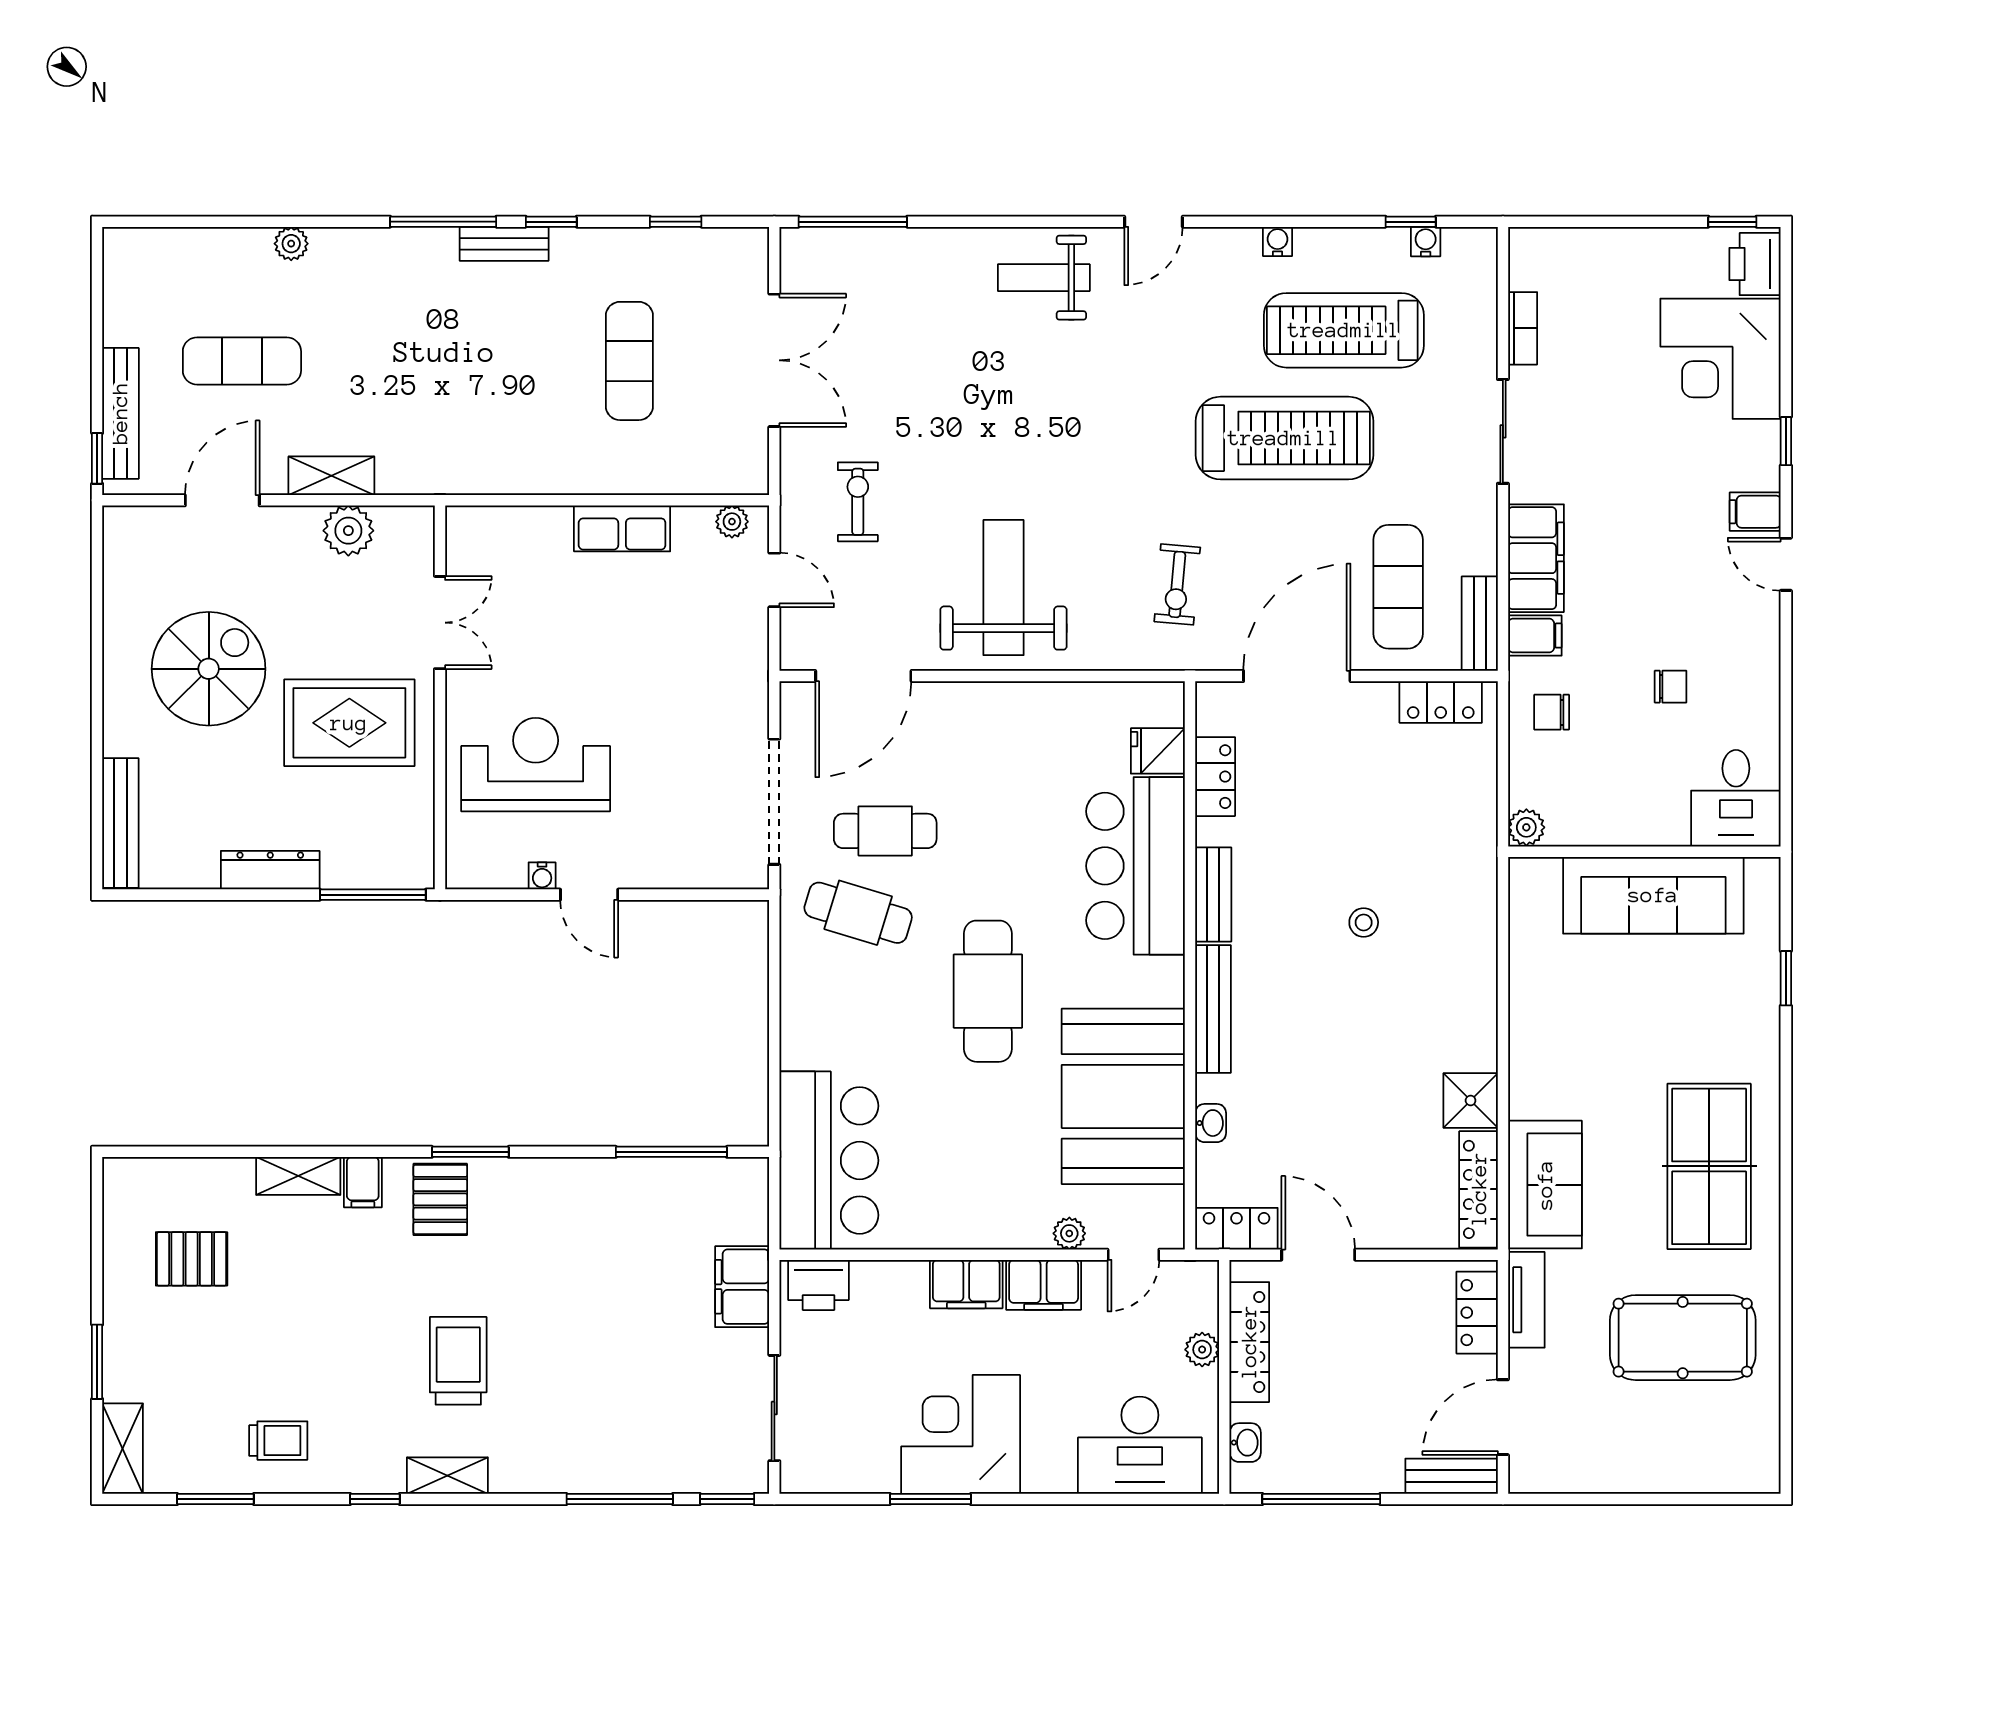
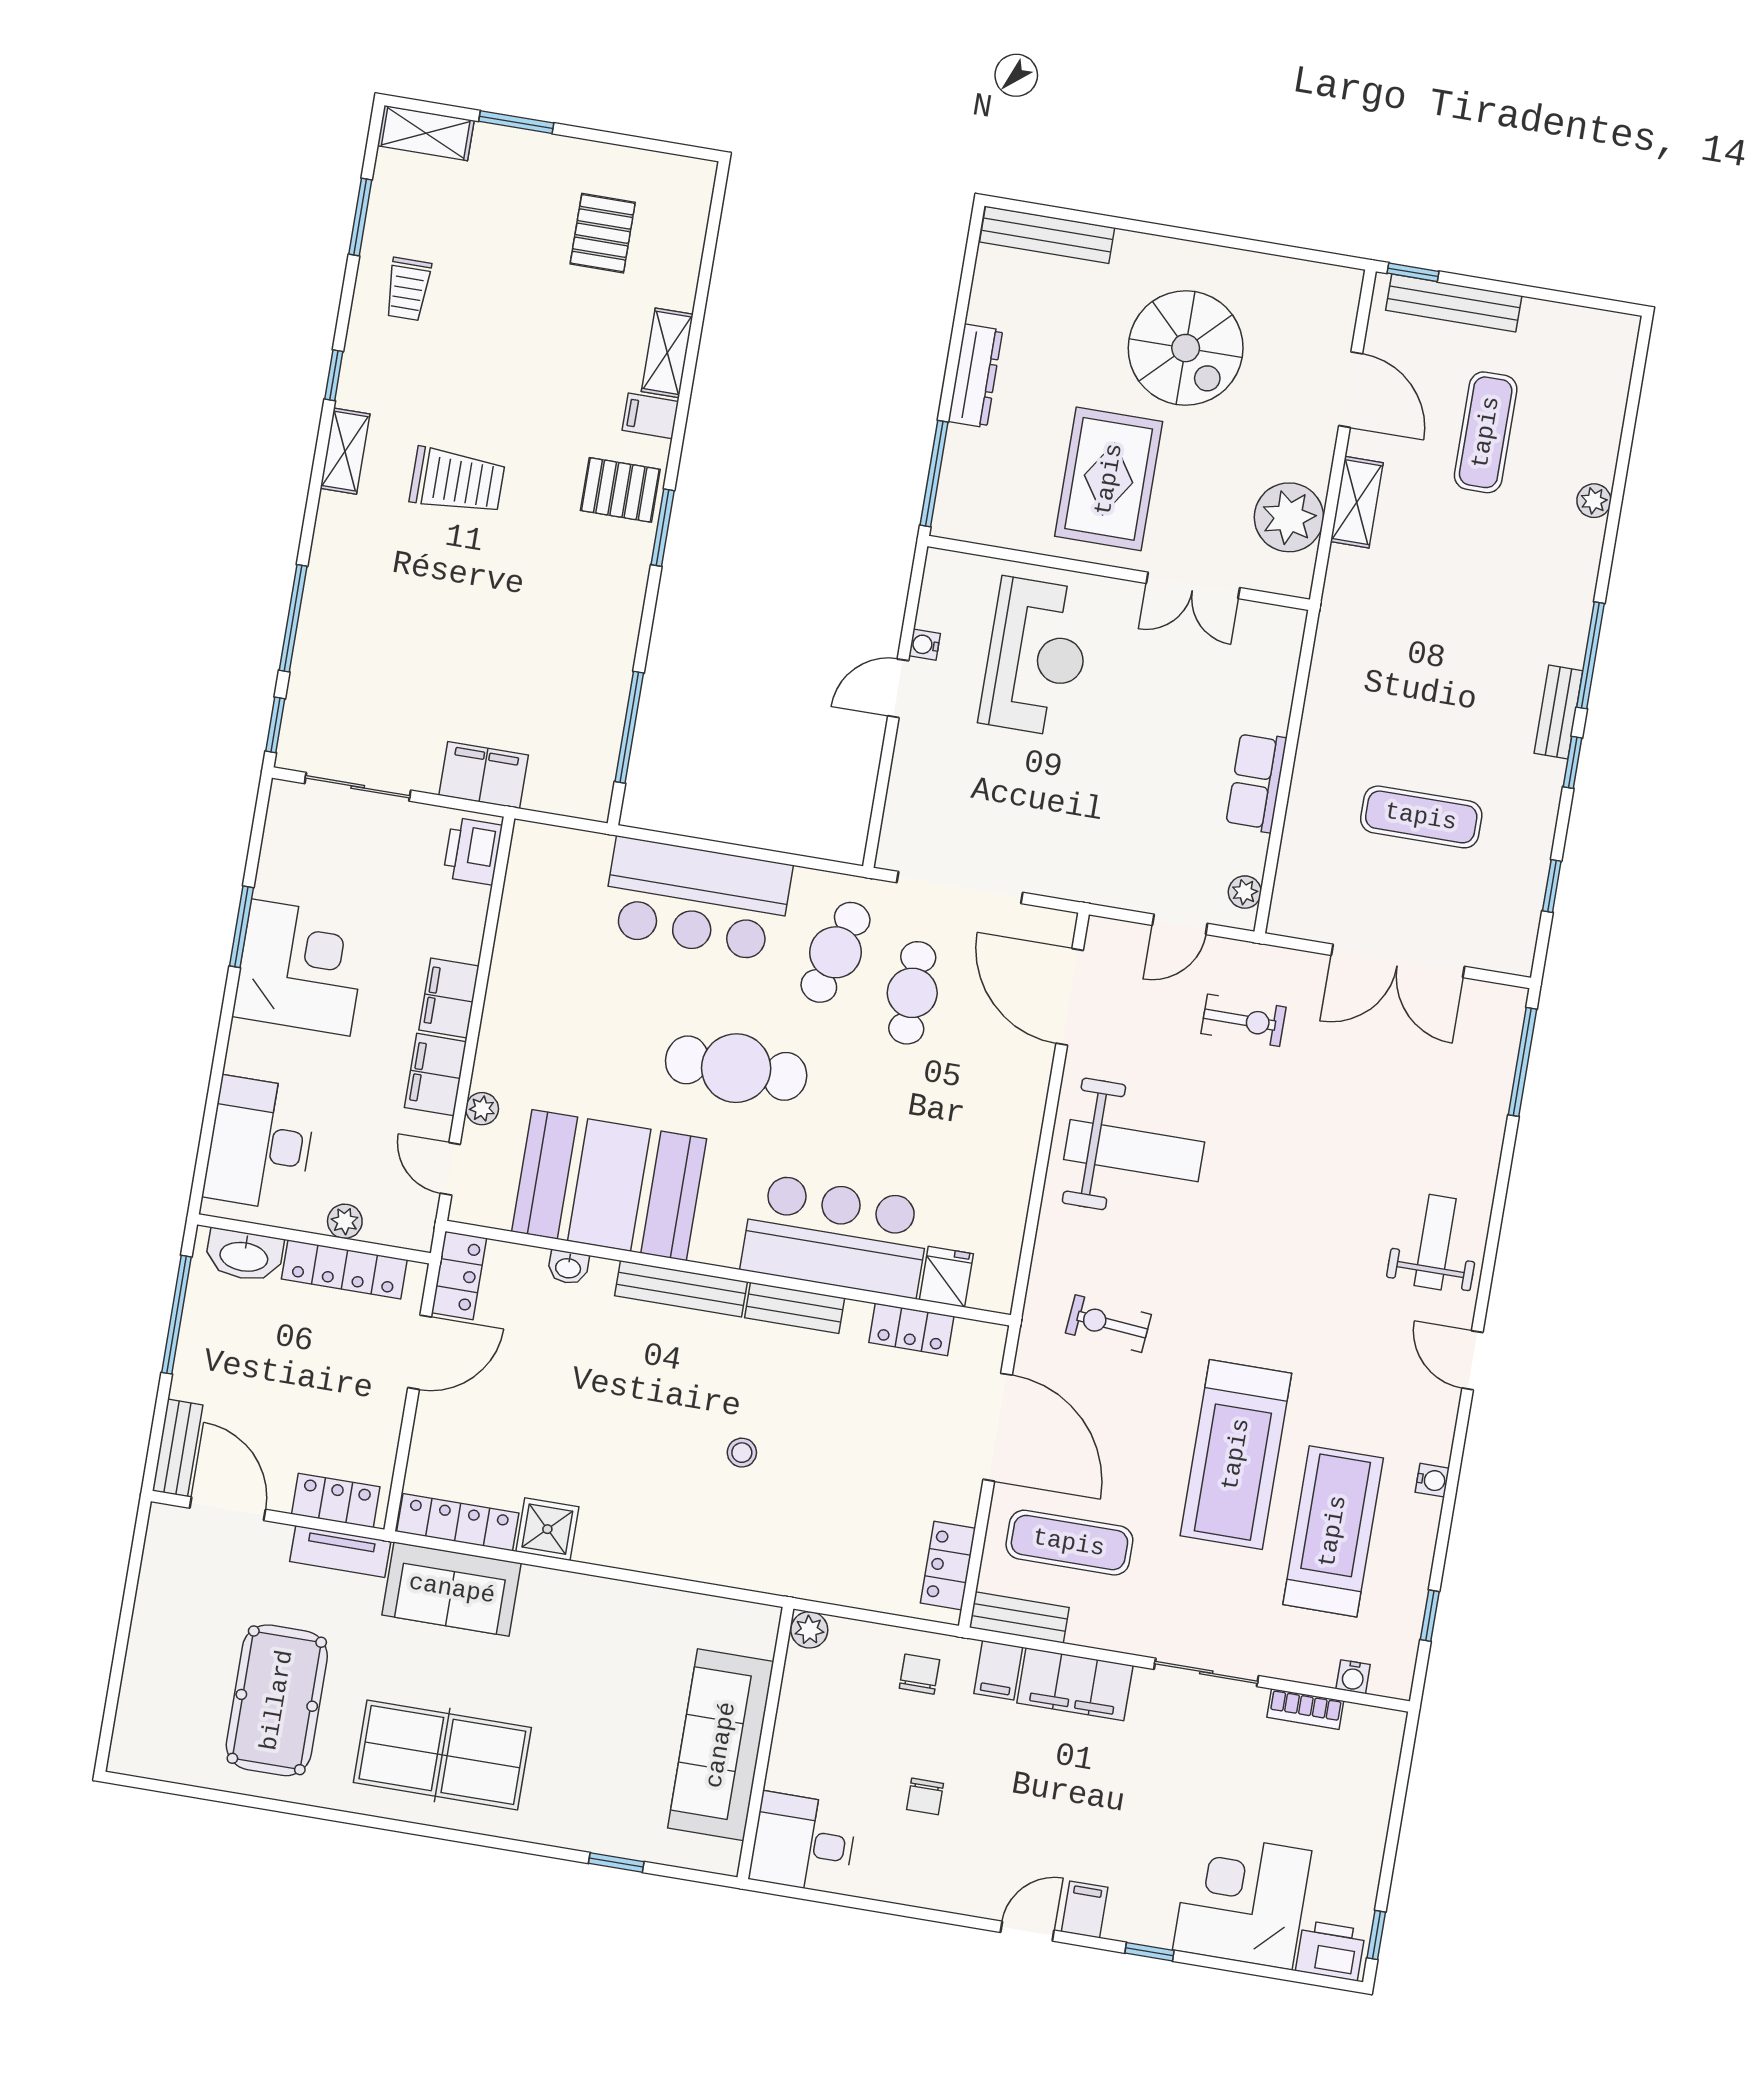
water cooler: (1426, 242) -> (1353, 1677), moved, turned 90
plant: (348, 531) -> (1289, 517), width x1.36, depth x1.36
bar counter: (829, 1160) -> (697, 899), moved
washbasin: (1245, 1443) -> (244, 1255), width x1.91, depth x1.45

